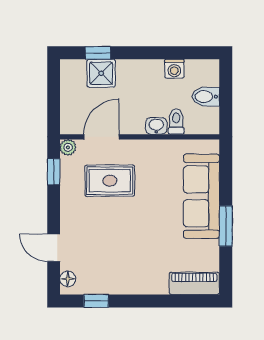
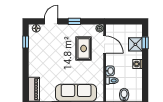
washing machine: (174, 69) -> (138, 64), moved
window: (54, 172) -> (74, 21), moved

